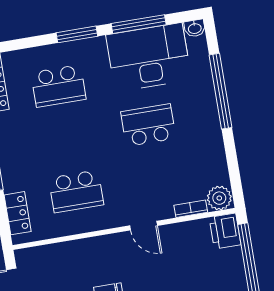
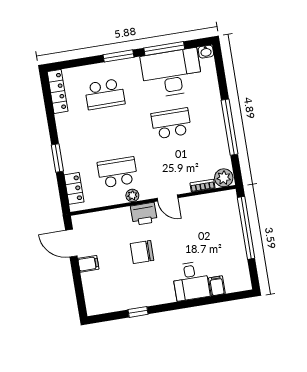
window: (221, 91) -> (230, 127), moved
school desk: (76, 191) -> (117, 172), turned 180
plant: (96, 222) -> (132, 195), added
printer: (225, 231) -> (144, 214), moved, turned -90

